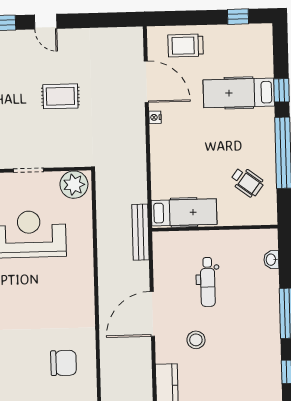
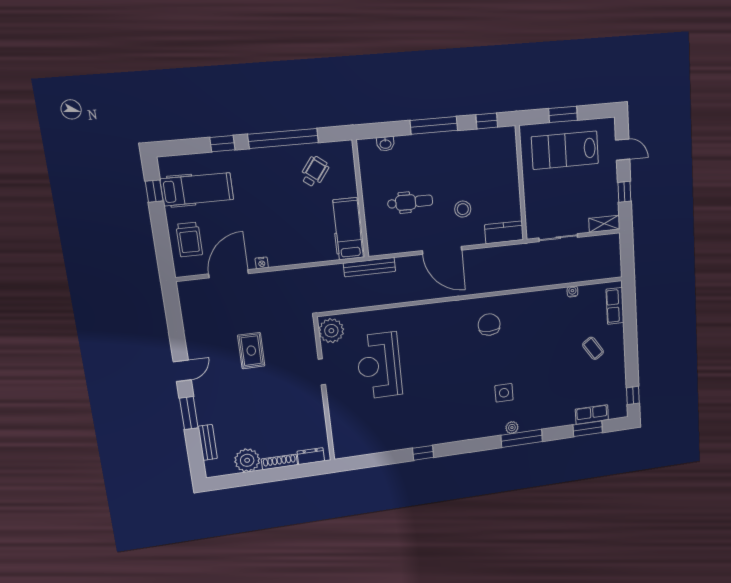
hospital bed: (239, 93) -> (197, 189), moved, turned -90

